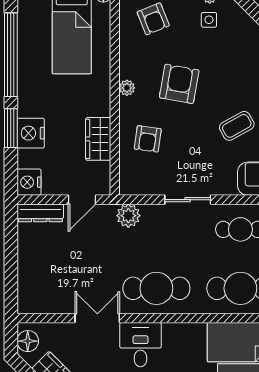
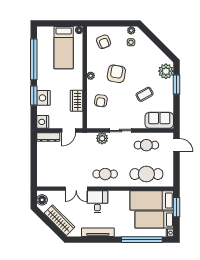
plant: (128, 216) -> (102, 138), moved
cafe table: (156, 288) -> (105, 174), width x0.73, depth x0.74
double door: (97, 318) -> (76, 189), swing flipped

